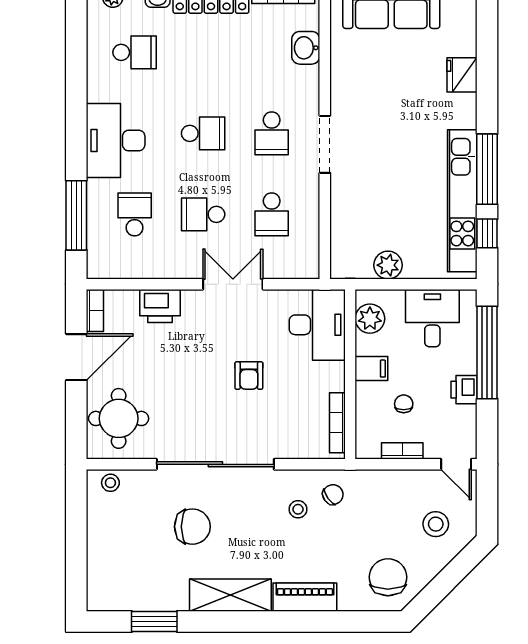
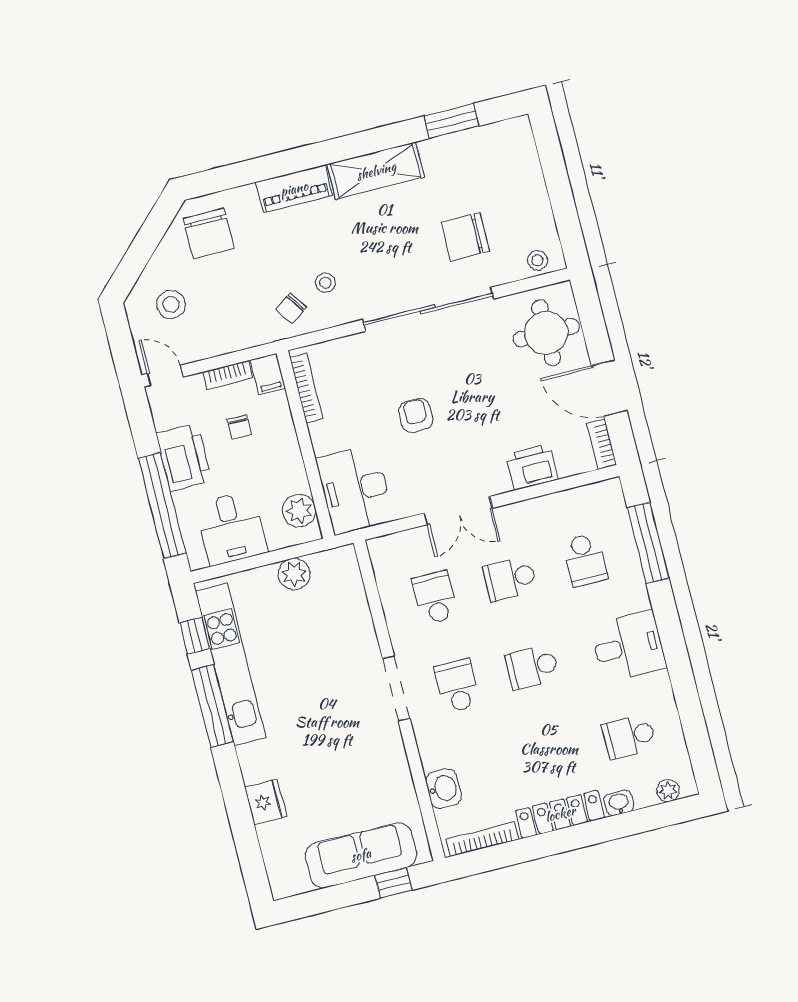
desk: (116, 141) -> (628, 646), width x0.73
school desk: (203, 214) -> (510, 579), turned 180
door: (76, 357) -> (609, 388), hinge flipped
filing cabinet: (371, 369) -> (268, 374), moved, turned -90
printer: (464, 390) -> (184, 457), width x1.87, depth x1.48
chair: (192, 527) -> (465, 237), moved

